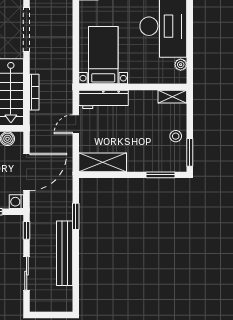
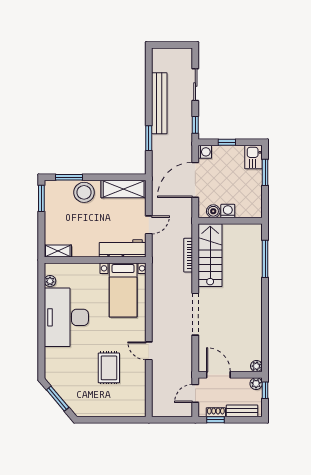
stool: (176, 136) -> (84, 192), moved, width x1.89, depth x1.89

